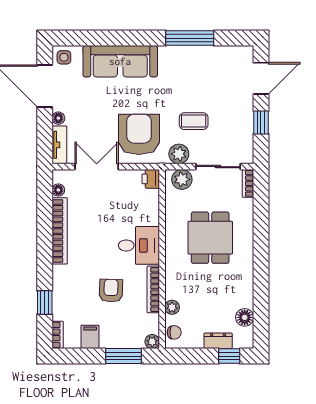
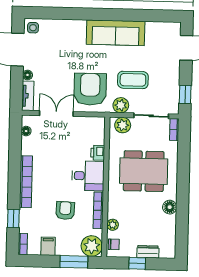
window: (190, 38) -> (132, 15), removed
sofa: (120, 61) -> (116, 33), moved
coffee table: (194, 121) -> (133, 80), width x1.36, depth x1.30
window: (261, 122) -> (185, 94), moved
printer: (151, 179) -> (98, 153), moved
bookcase: (60, 231) -> (26, 182), moved
dining table: (210, 238) -> (144, 171), width x1.38
floor lamp: (245, 317) -> (170, 207), moved
plant: (152, 342) -> (92, 246), width x1.87, depth x1.87
window: (229, 356) -> (137, 263), moved

